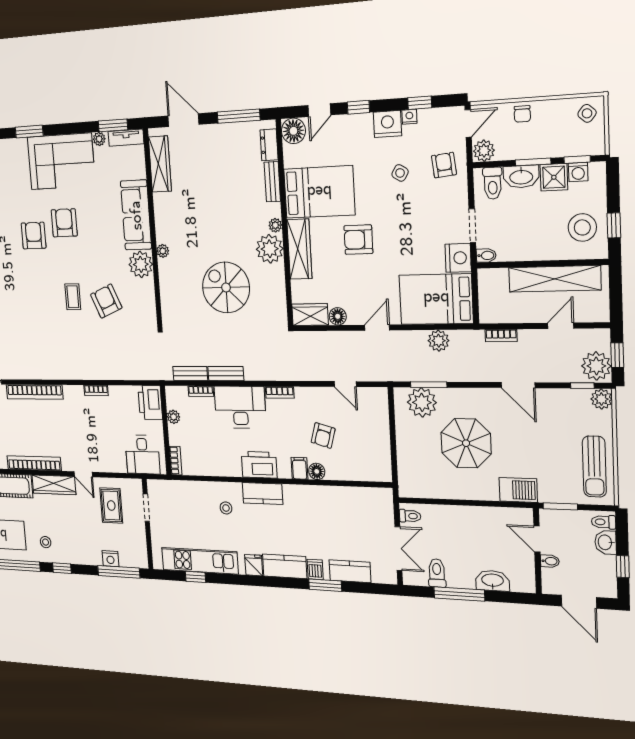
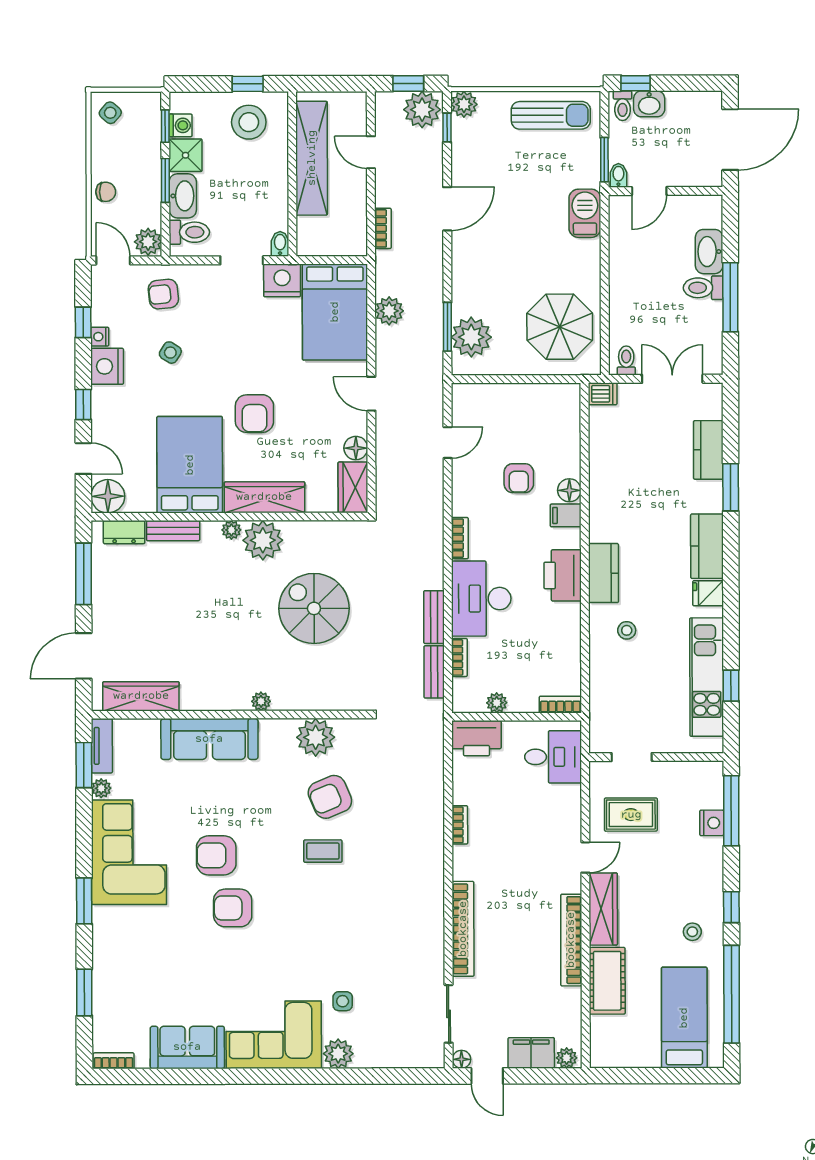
plant: (141, 264) -> (316, 737), moved
spiral stairs: (226, 287) -> (314, 608), turned 90
armchair: (323, 435) -> (519, 478), turned 74
parasol: (466, 443) -> (560, 327), moved
bidet: (550, 561) -> (618, 175), moved
window: (623, 567) -> (636, 83), moved
dishwasher: (315, 569) -> (603, 394), moved, turned 180
toilet: (437, 573) -> (703, 288), moved
door: (579, 602) -> (730, 140), width x1.36

